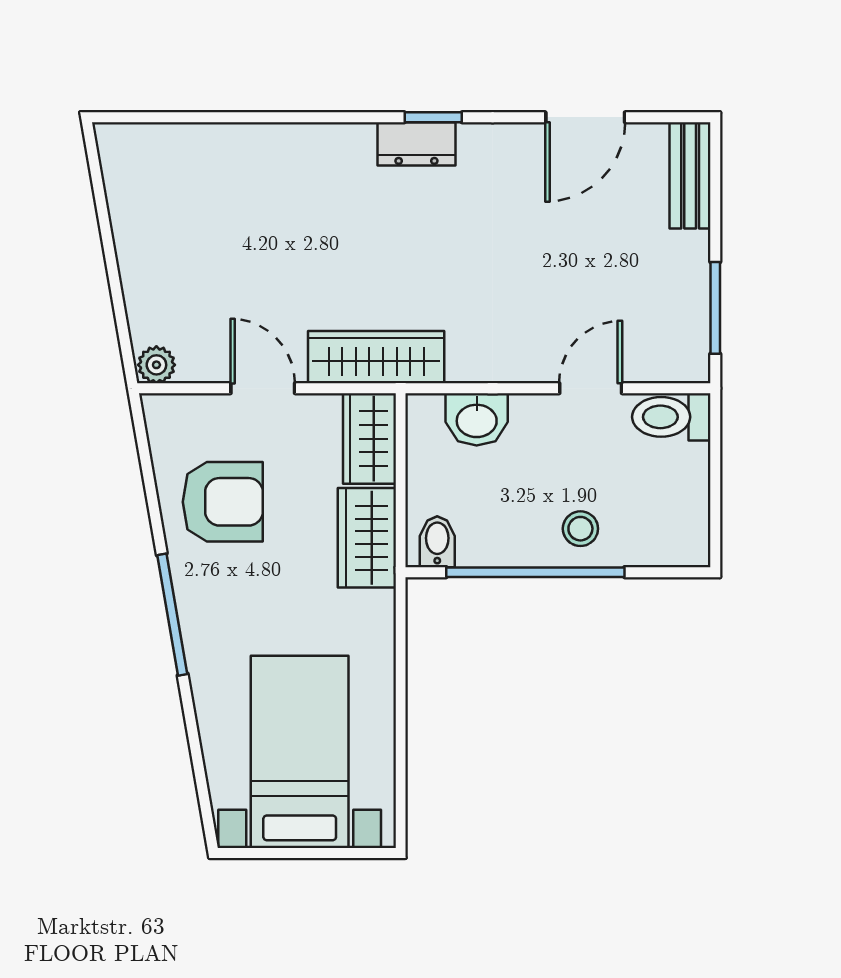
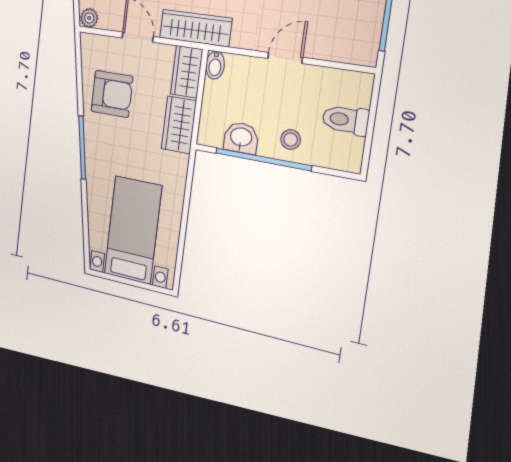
door: (591, 388) -> (285, 58), moved
toilet: (671, 417) -> (345, 120), moved
washbasin: (477, 419) -> (241, 138), moved, turned 180
bidet: (437, 542) -> (215, 65), moved, turned 180

